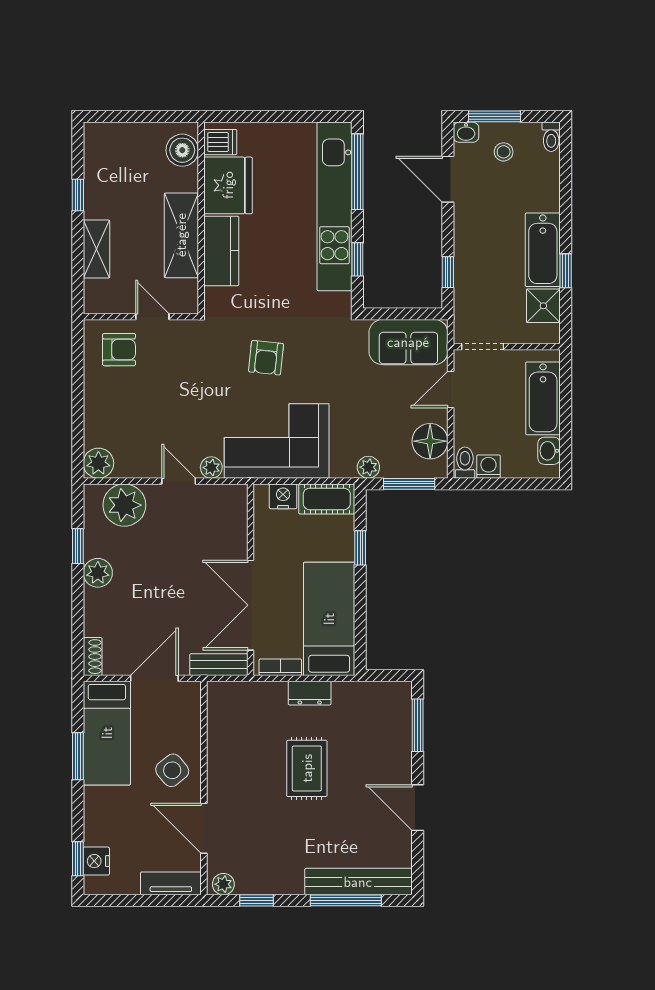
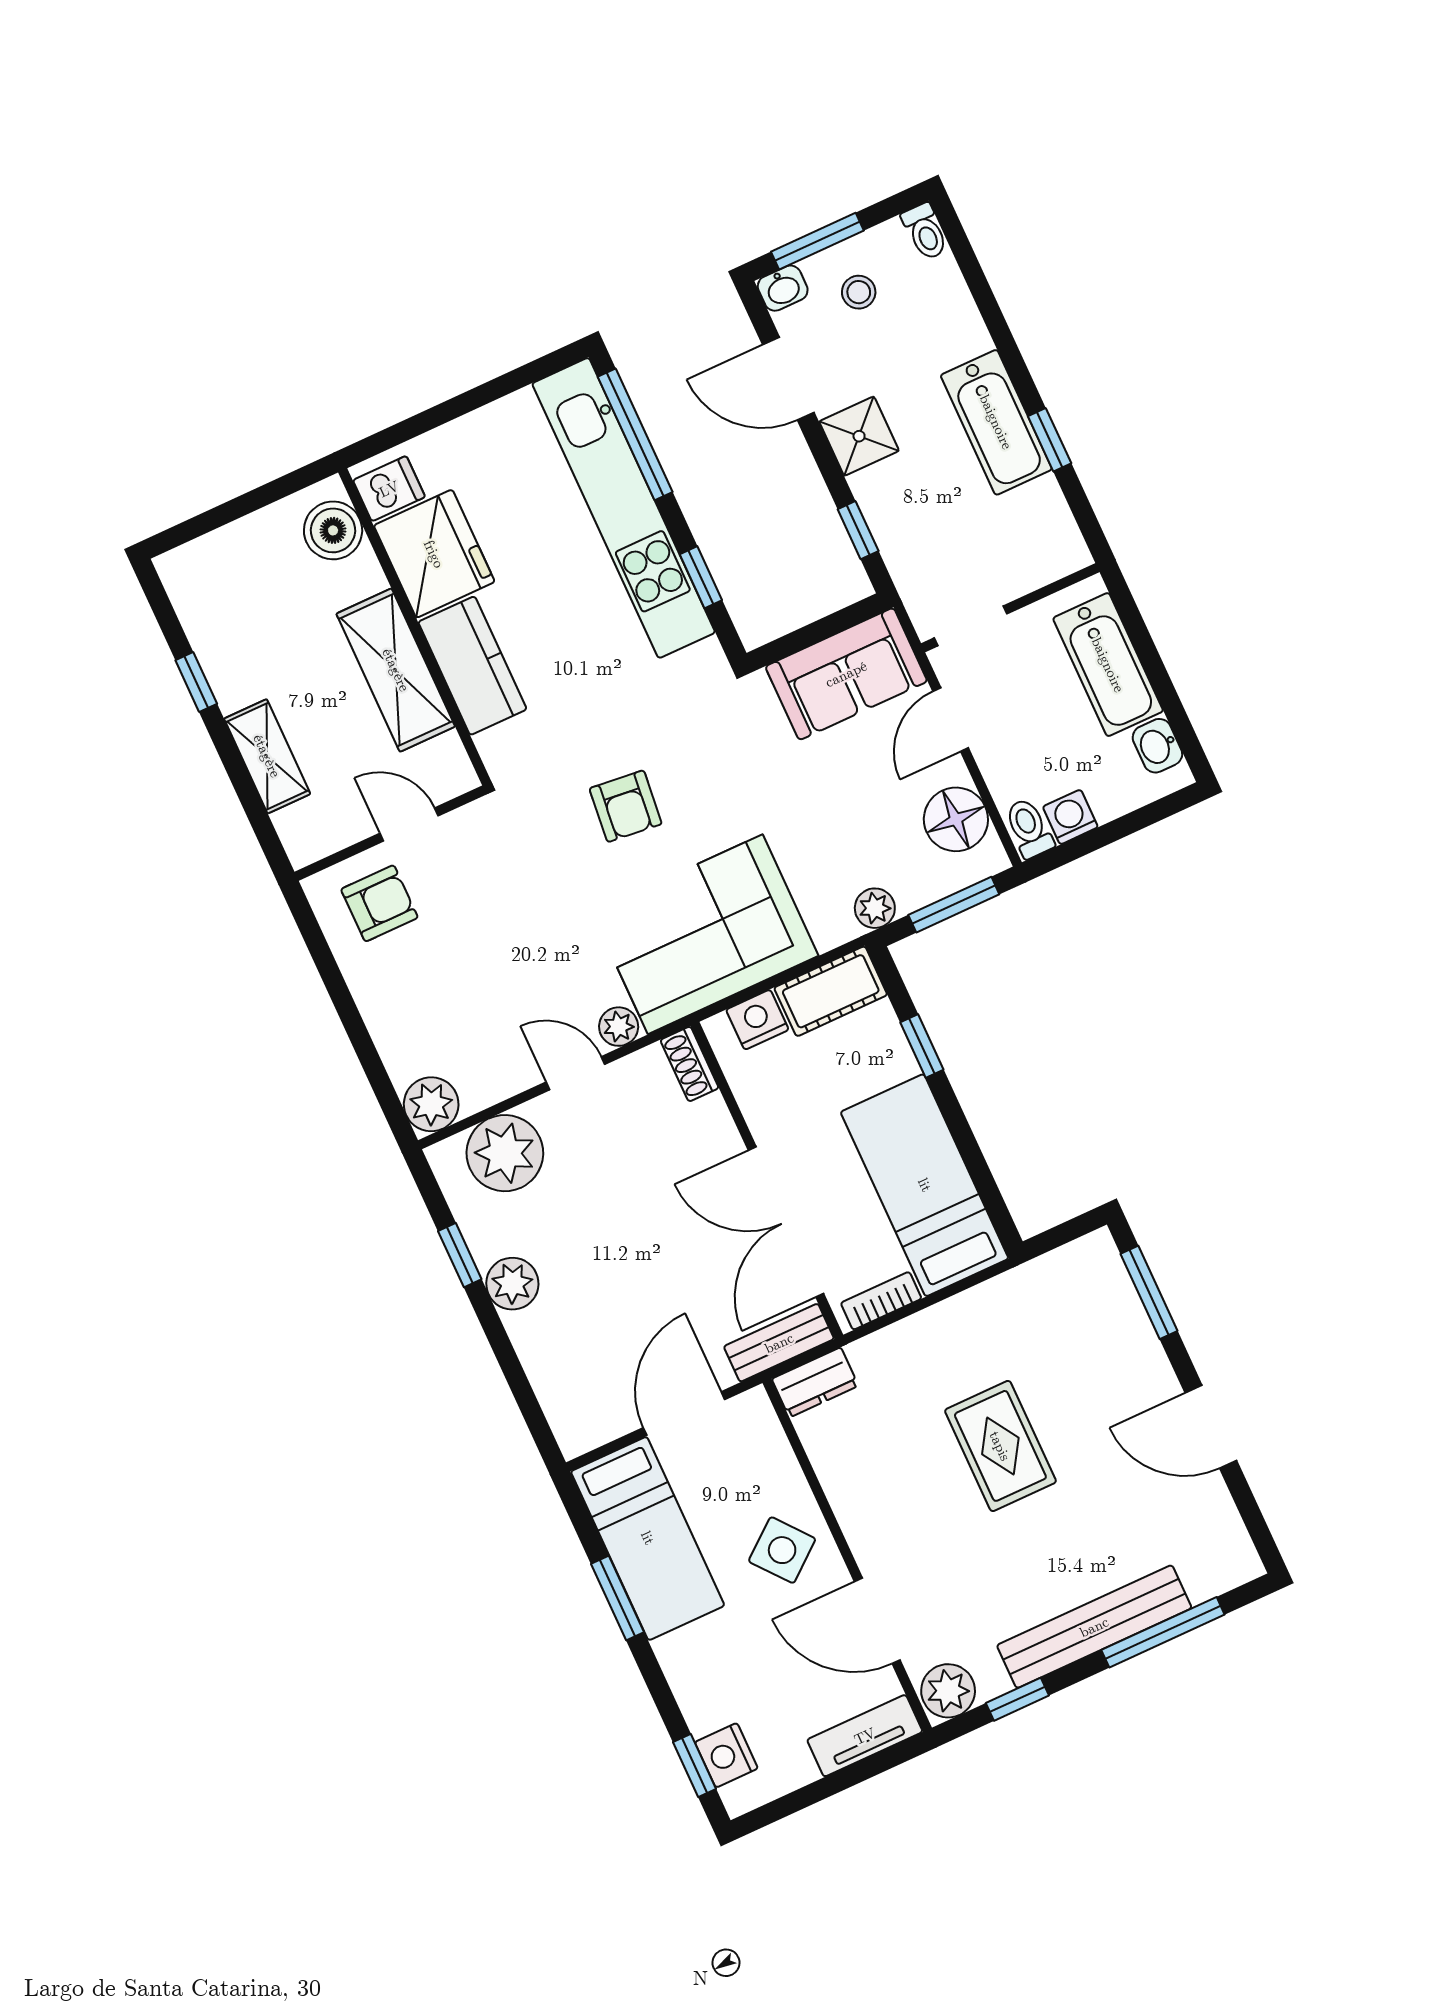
shower: (543, 306) -> (859, 436), moved
shoe rack: (93, 657) -> (690, 1064), moved, turned 180
dresser: (310, 693) -> (815, 1382), moved
bench: (358, 882) -> (1094, 1627), moved
plant: (223, 884) -> (948, 1691), width x1.38, depth x1.38

